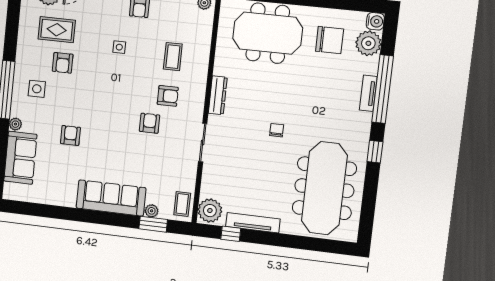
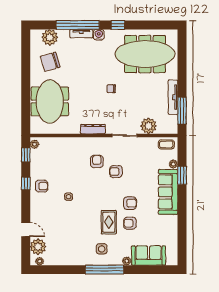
water cooler: (375, 21) -> (99, 35), moved
rug: (57, 30) -> (109, 222), moved
chair: (330, 40) -> (50, 62), turned -106
coffee table: (173, 57) -> (71, 161), removed
armchair: (63, 63) -> (130, 203), moved
plant: (210, 211) -> (149, 126), moved
window: (153, 224) -> (182, 175), moved
window: (231, 234) -> (182, 111), width x2.17

